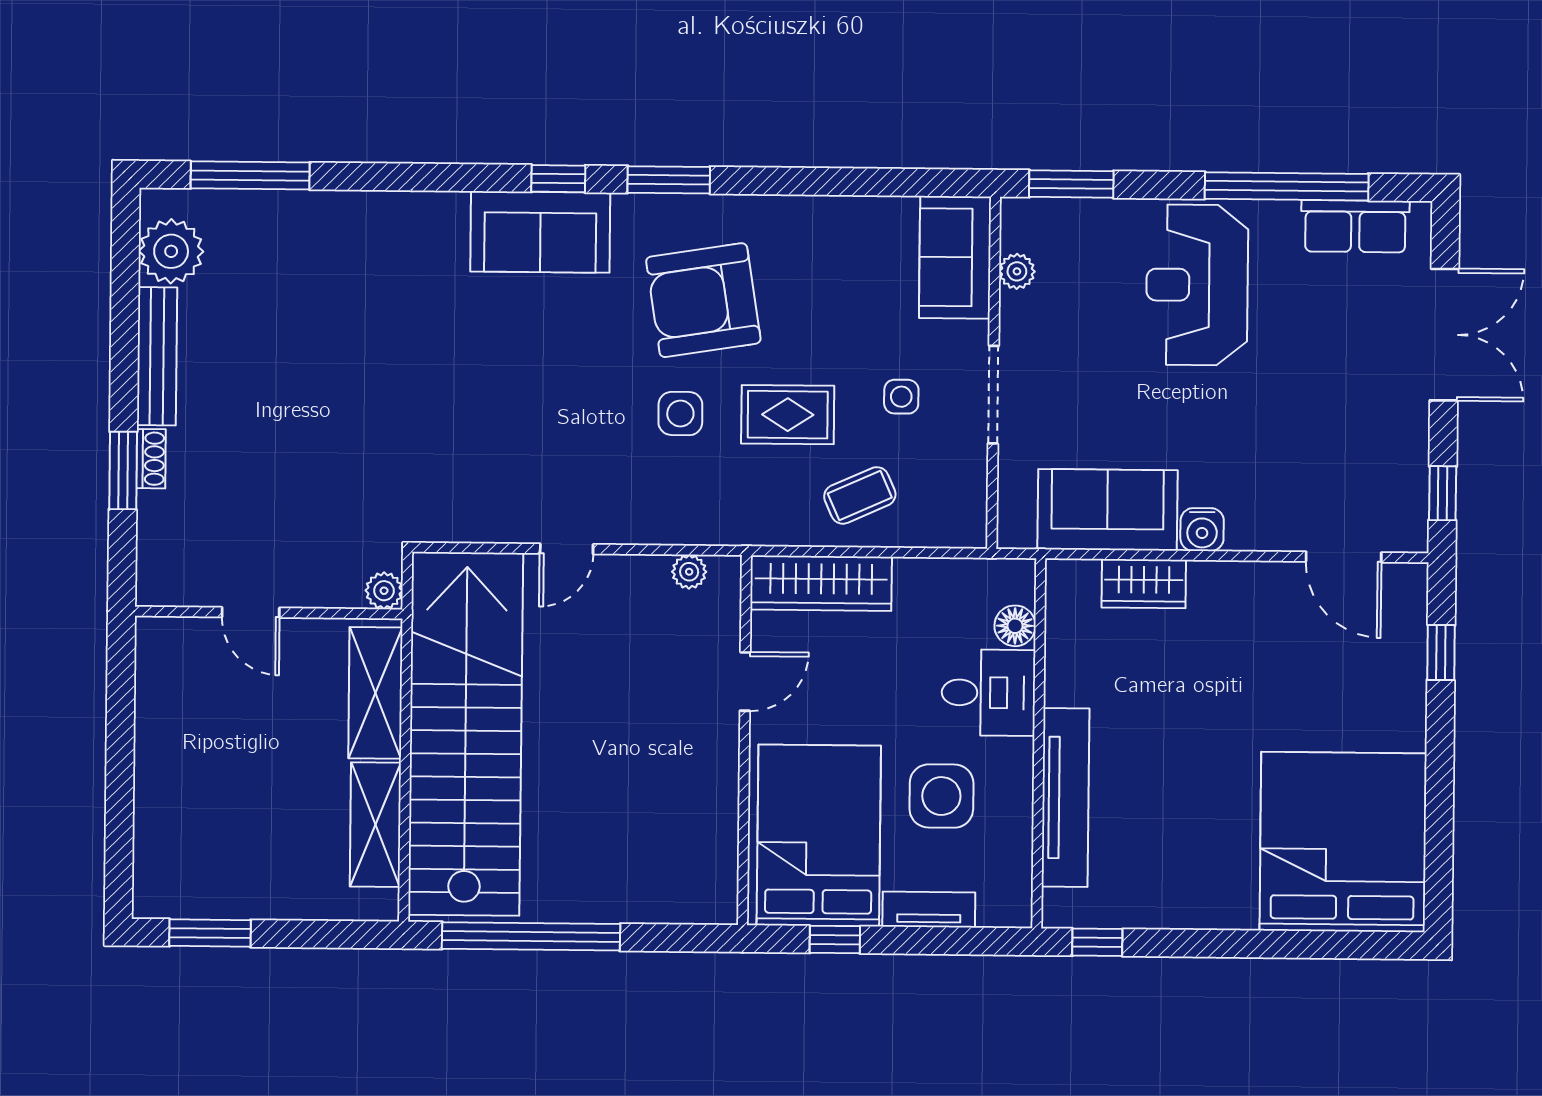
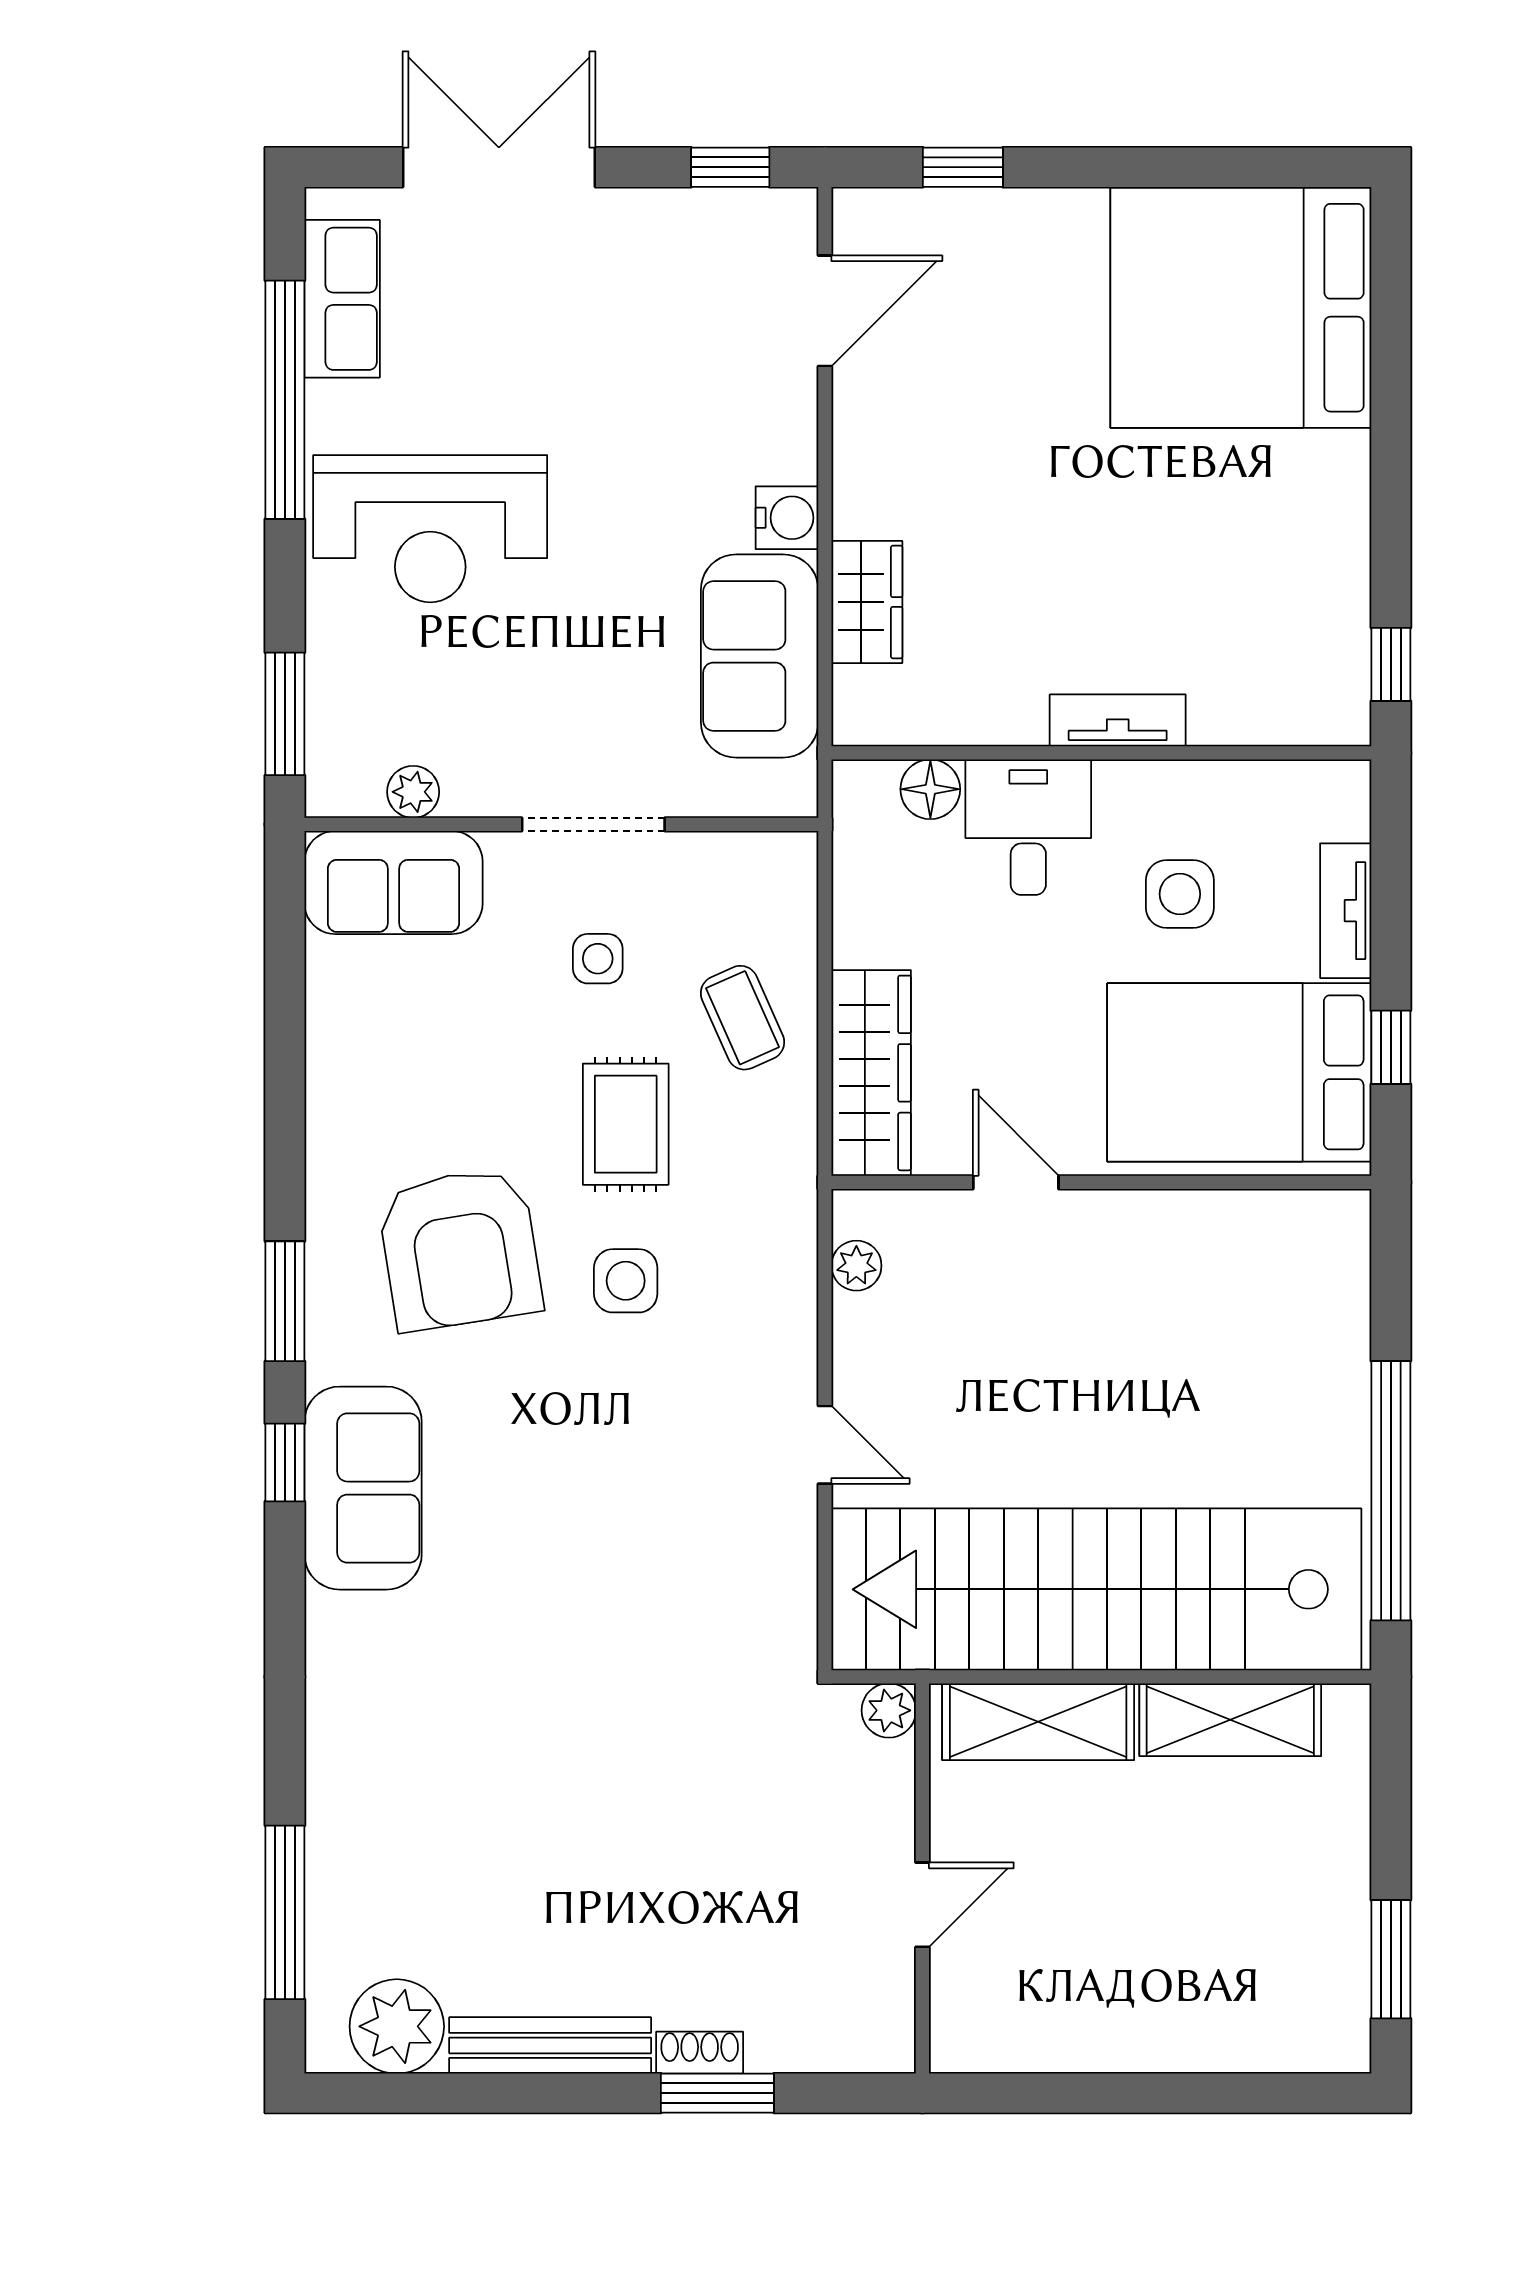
side table: (941, 796) -> (1180, 894), width x0.73, depth x0.73
tv unit: (1066, 798) -> (1118, 720), width x0.52, depth x0.78

